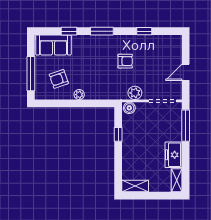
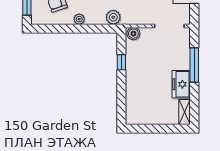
plant: (135, 93) -> (113, 17), moved
window: (186, 126) -> (194, 65), moved
shelving: (135, 186) -> (140, 118), removed

